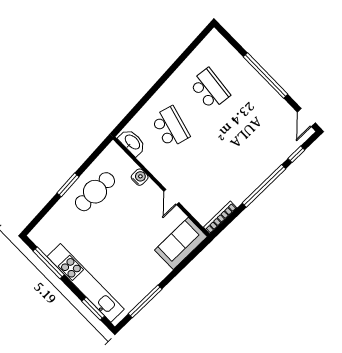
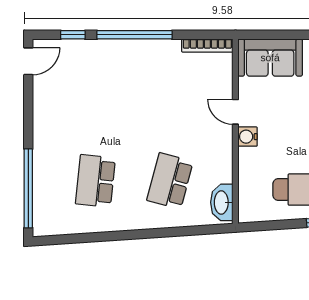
window: (266, 76) -> (28, 188), moved
water cooler: (140, 177) -> (248, 137), moved
door: (171, 197) -> (235, 112), swing flipped

